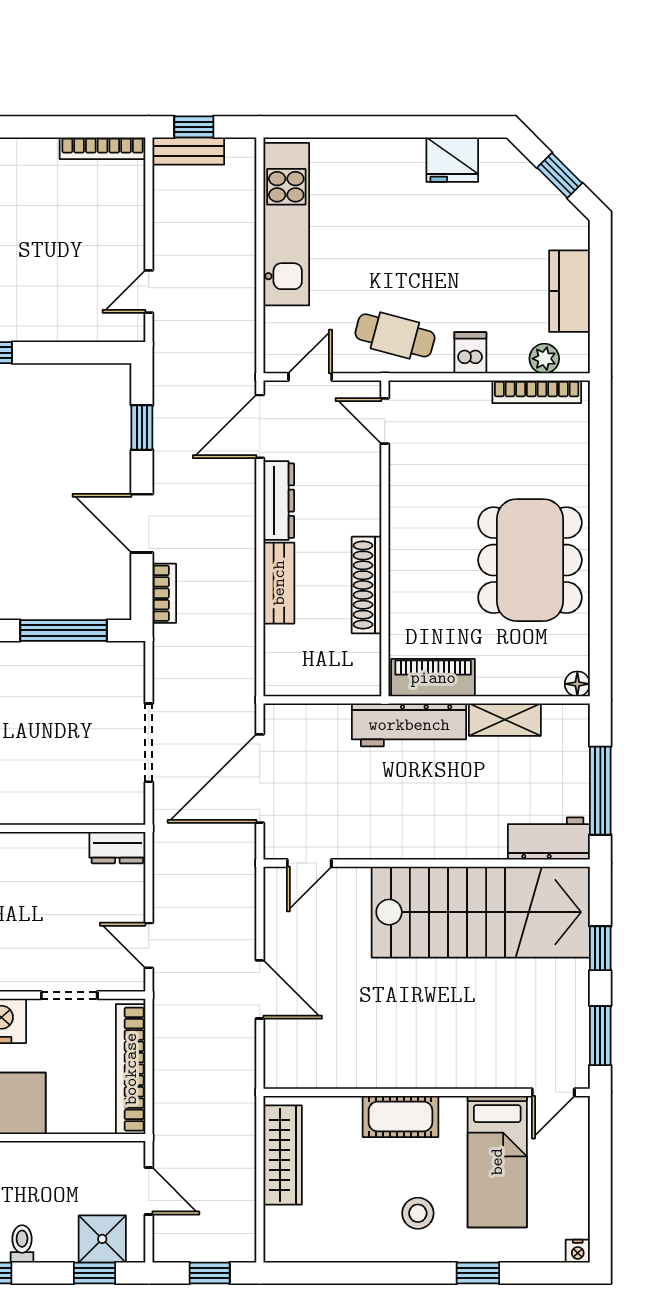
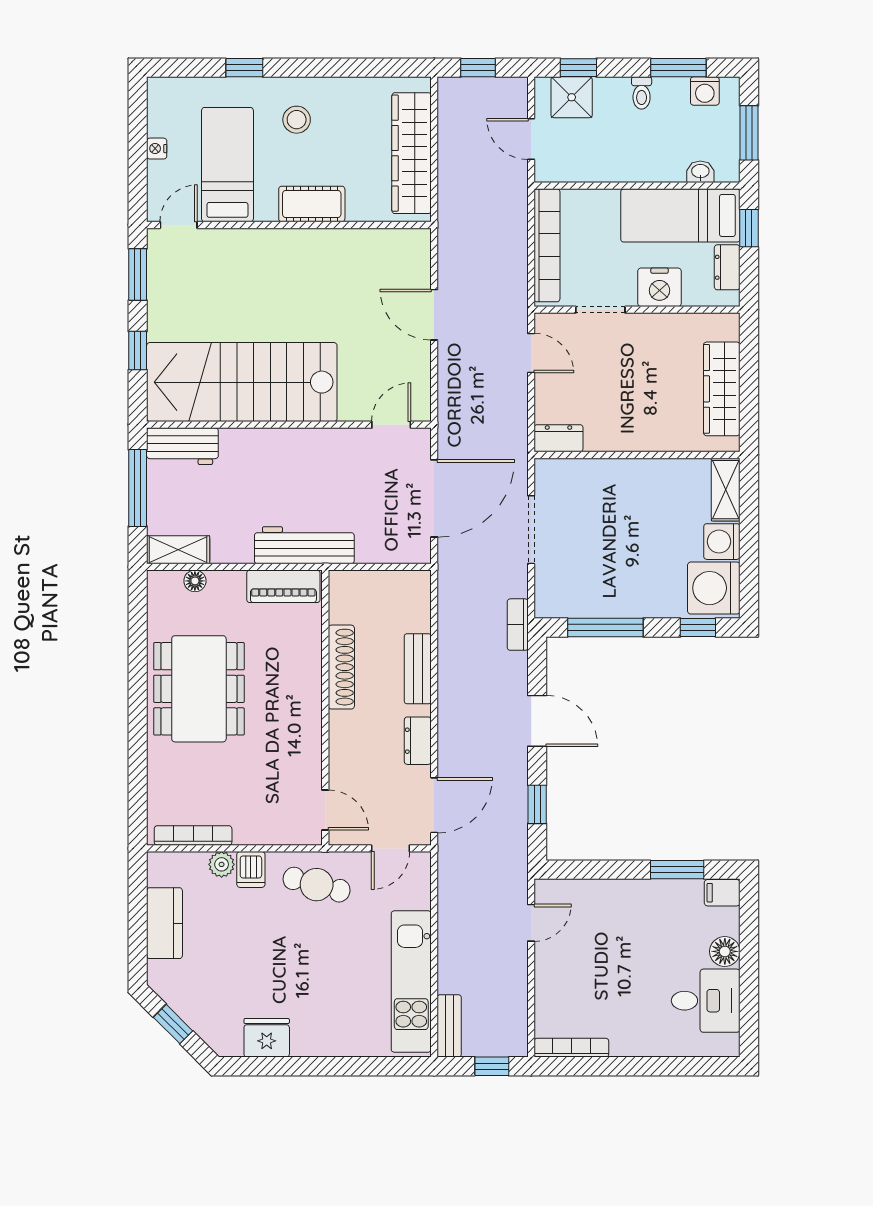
bench: (188, 151) -> (449, 1026), moved, turned 90
plant: (544, 359) -> (222, 864), moved
dresser: (279, 501) -> (418, 741), width x0.70
bookcase: (164, 593) -> (518, 625), moved
floor lamp: (577, 684) -> (195, 581), moved
shelving: (505, 720) -> (178, 550), moved
wardrobe: (283, 1155) -> (412, 153), width x1.40, depth x1.17
nightstand: (578, 1251) -> (157, 149), moved, turned -90

